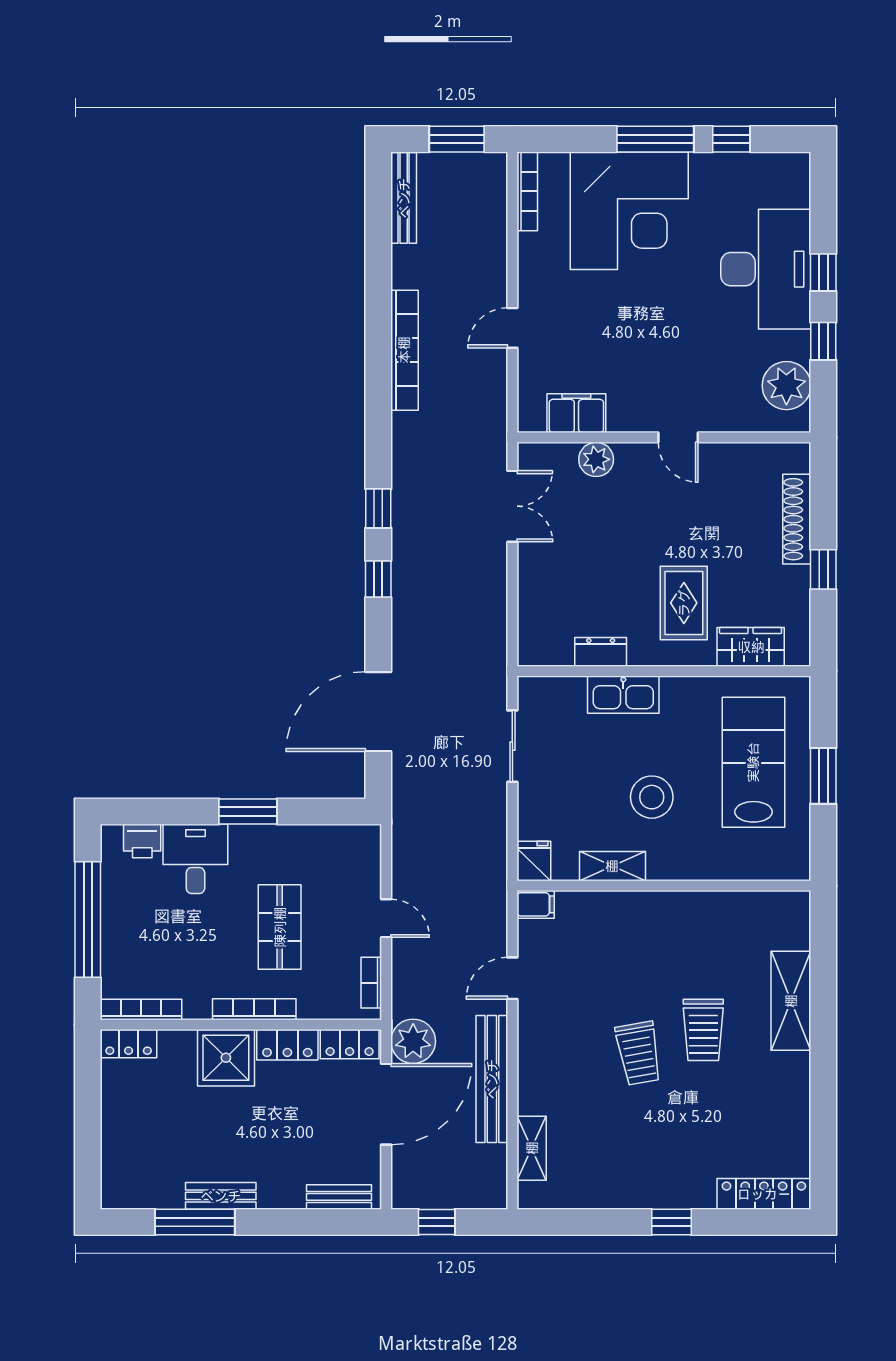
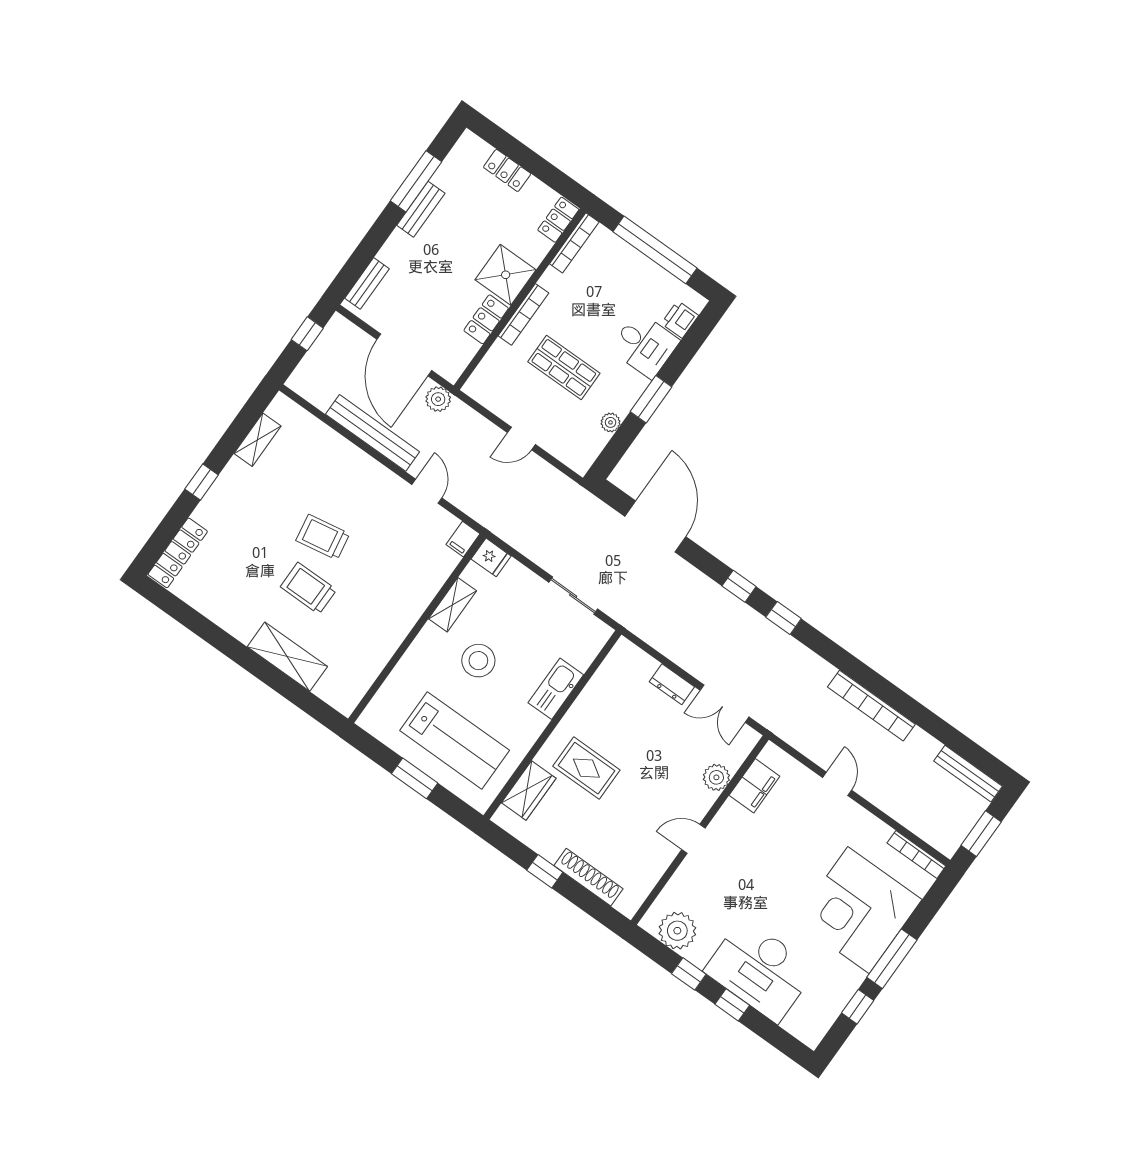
dresser: (601, 652) -> (672, 684), moved, turned 90
plant: (302, 837) -> (611, 422), added
bookcase: (371, 983) -> (488, 400), removed
plant: (413, 1041) -> (438, 399), width x0.73, depth x0.73
locker: (350, 1044) -> (507, 170), moved, turned -90
shelving: (532, 1148) -> (257, 440), moved, turned 90

